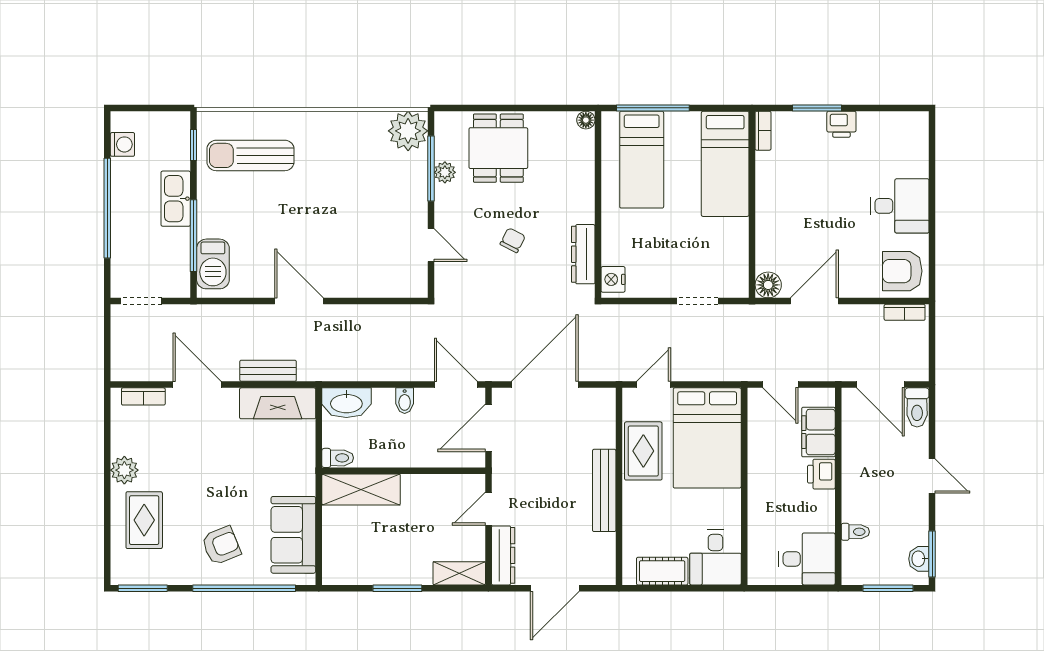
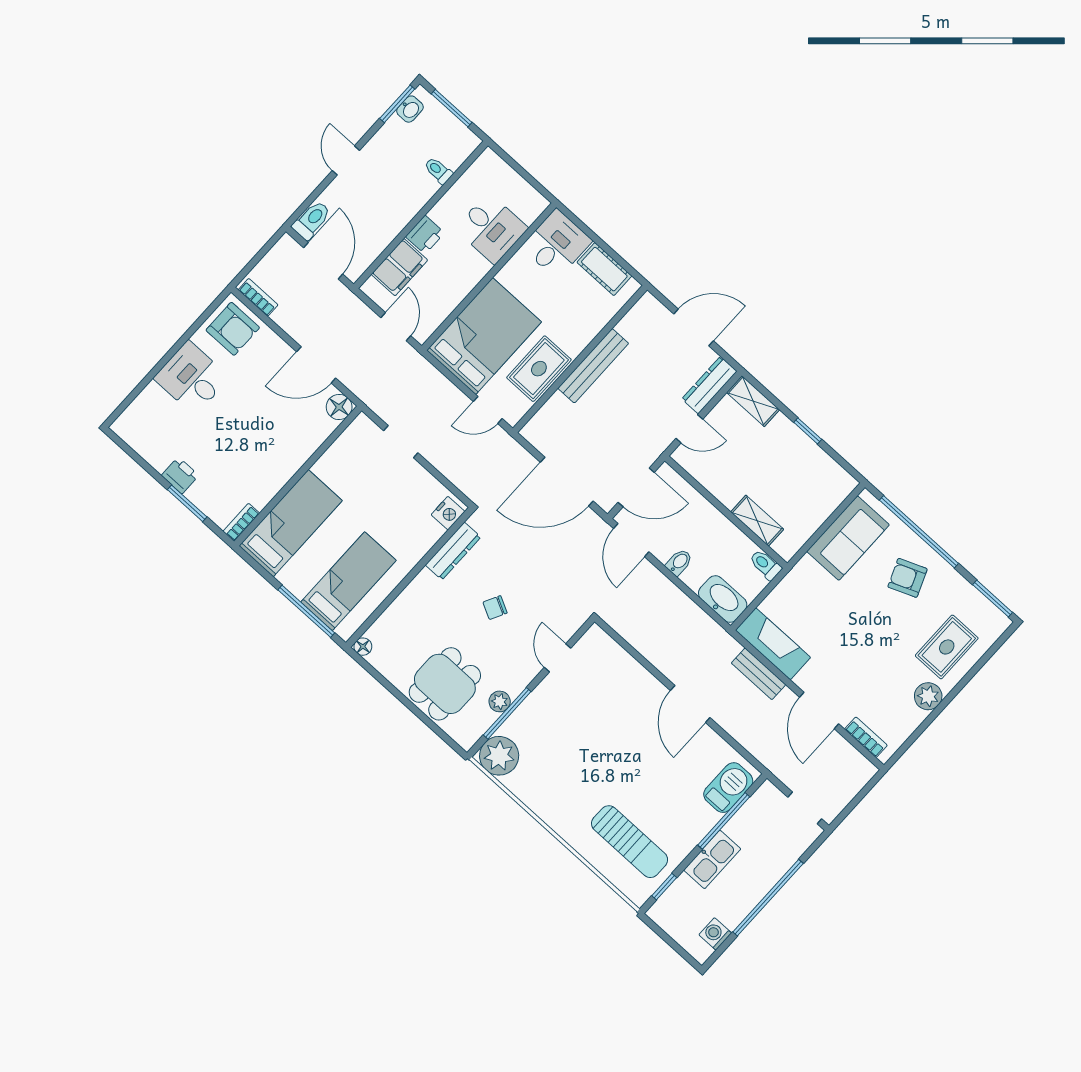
shelving: (361, 490) -> (757, 521), width x0.67, depth x0.75
desk: (807, 559) -> (491, 228), moved, turned 180
window: (397, 588) -> (808, 431), width x0.67

